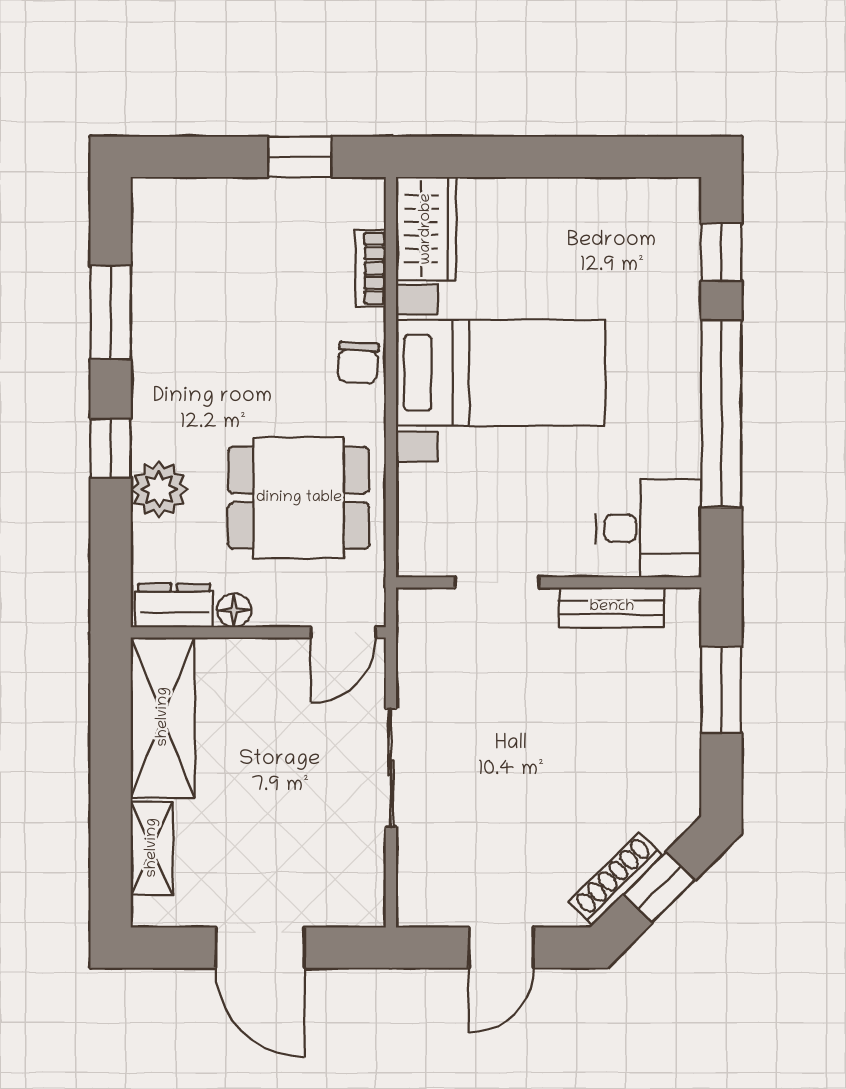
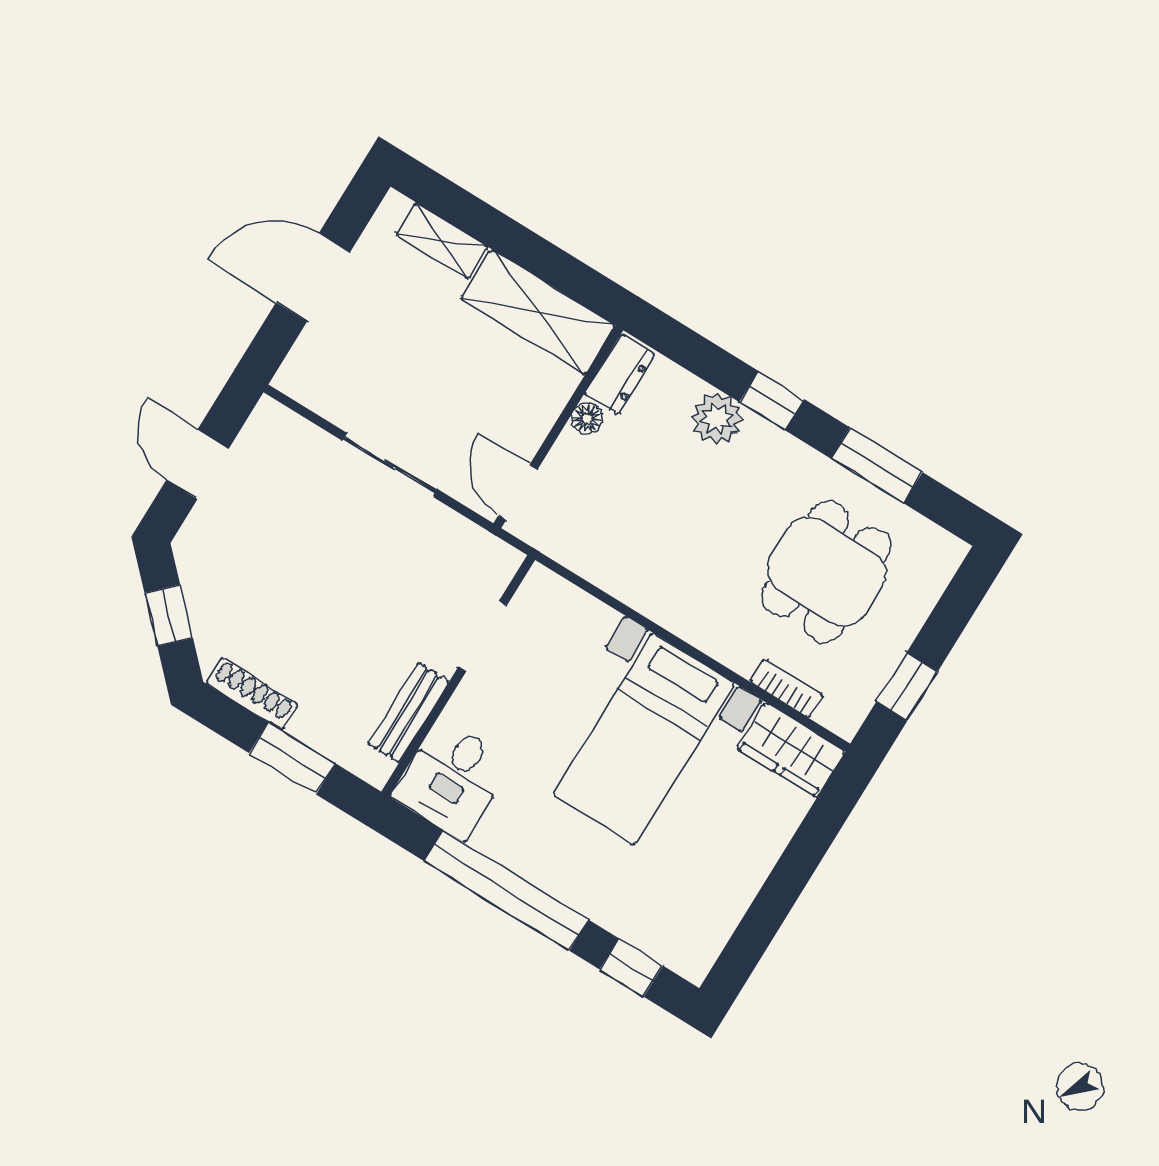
chair: (358, 362) -> (720, 633), removed
dining table: (299, 498) -> (826, 572), moved
shoe rack: (616, 879) -> (252, 694), moved, turned -45

